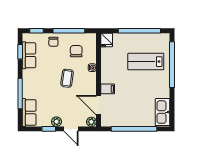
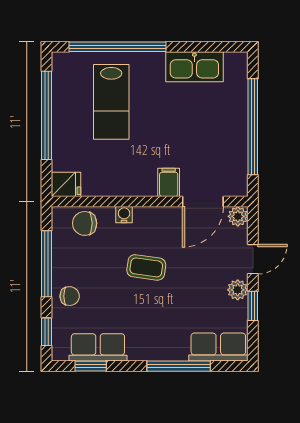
chair: (76, 51) -> (85, 223), moved
kitchen sink: (163, 112) -> (194, 67), moved

